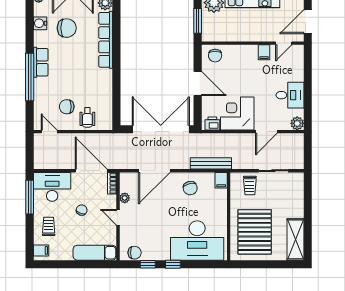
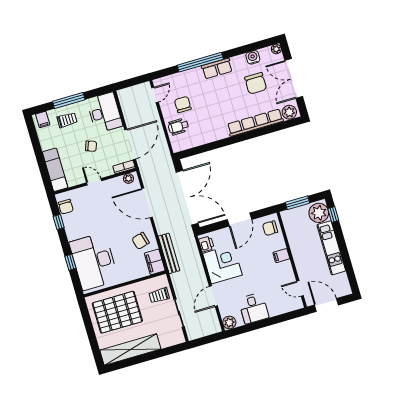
filing cabinet: (264, 52) -> (281, 256), moved
door: (266, 132) -> (213, 296), hinge flipped
filing cabinet: (221, 180) -> (155, 262), width x2.00
window: (30, 197) -> (69, 100), moved
plant: (125, 198) -> (128, 178), moved
door: (118, 217) -> (94, 182), hinge flipped
shelving: (296, 239) -> (130, 350), width x1.47
window: (173, 264) -> (70, 262), moved

